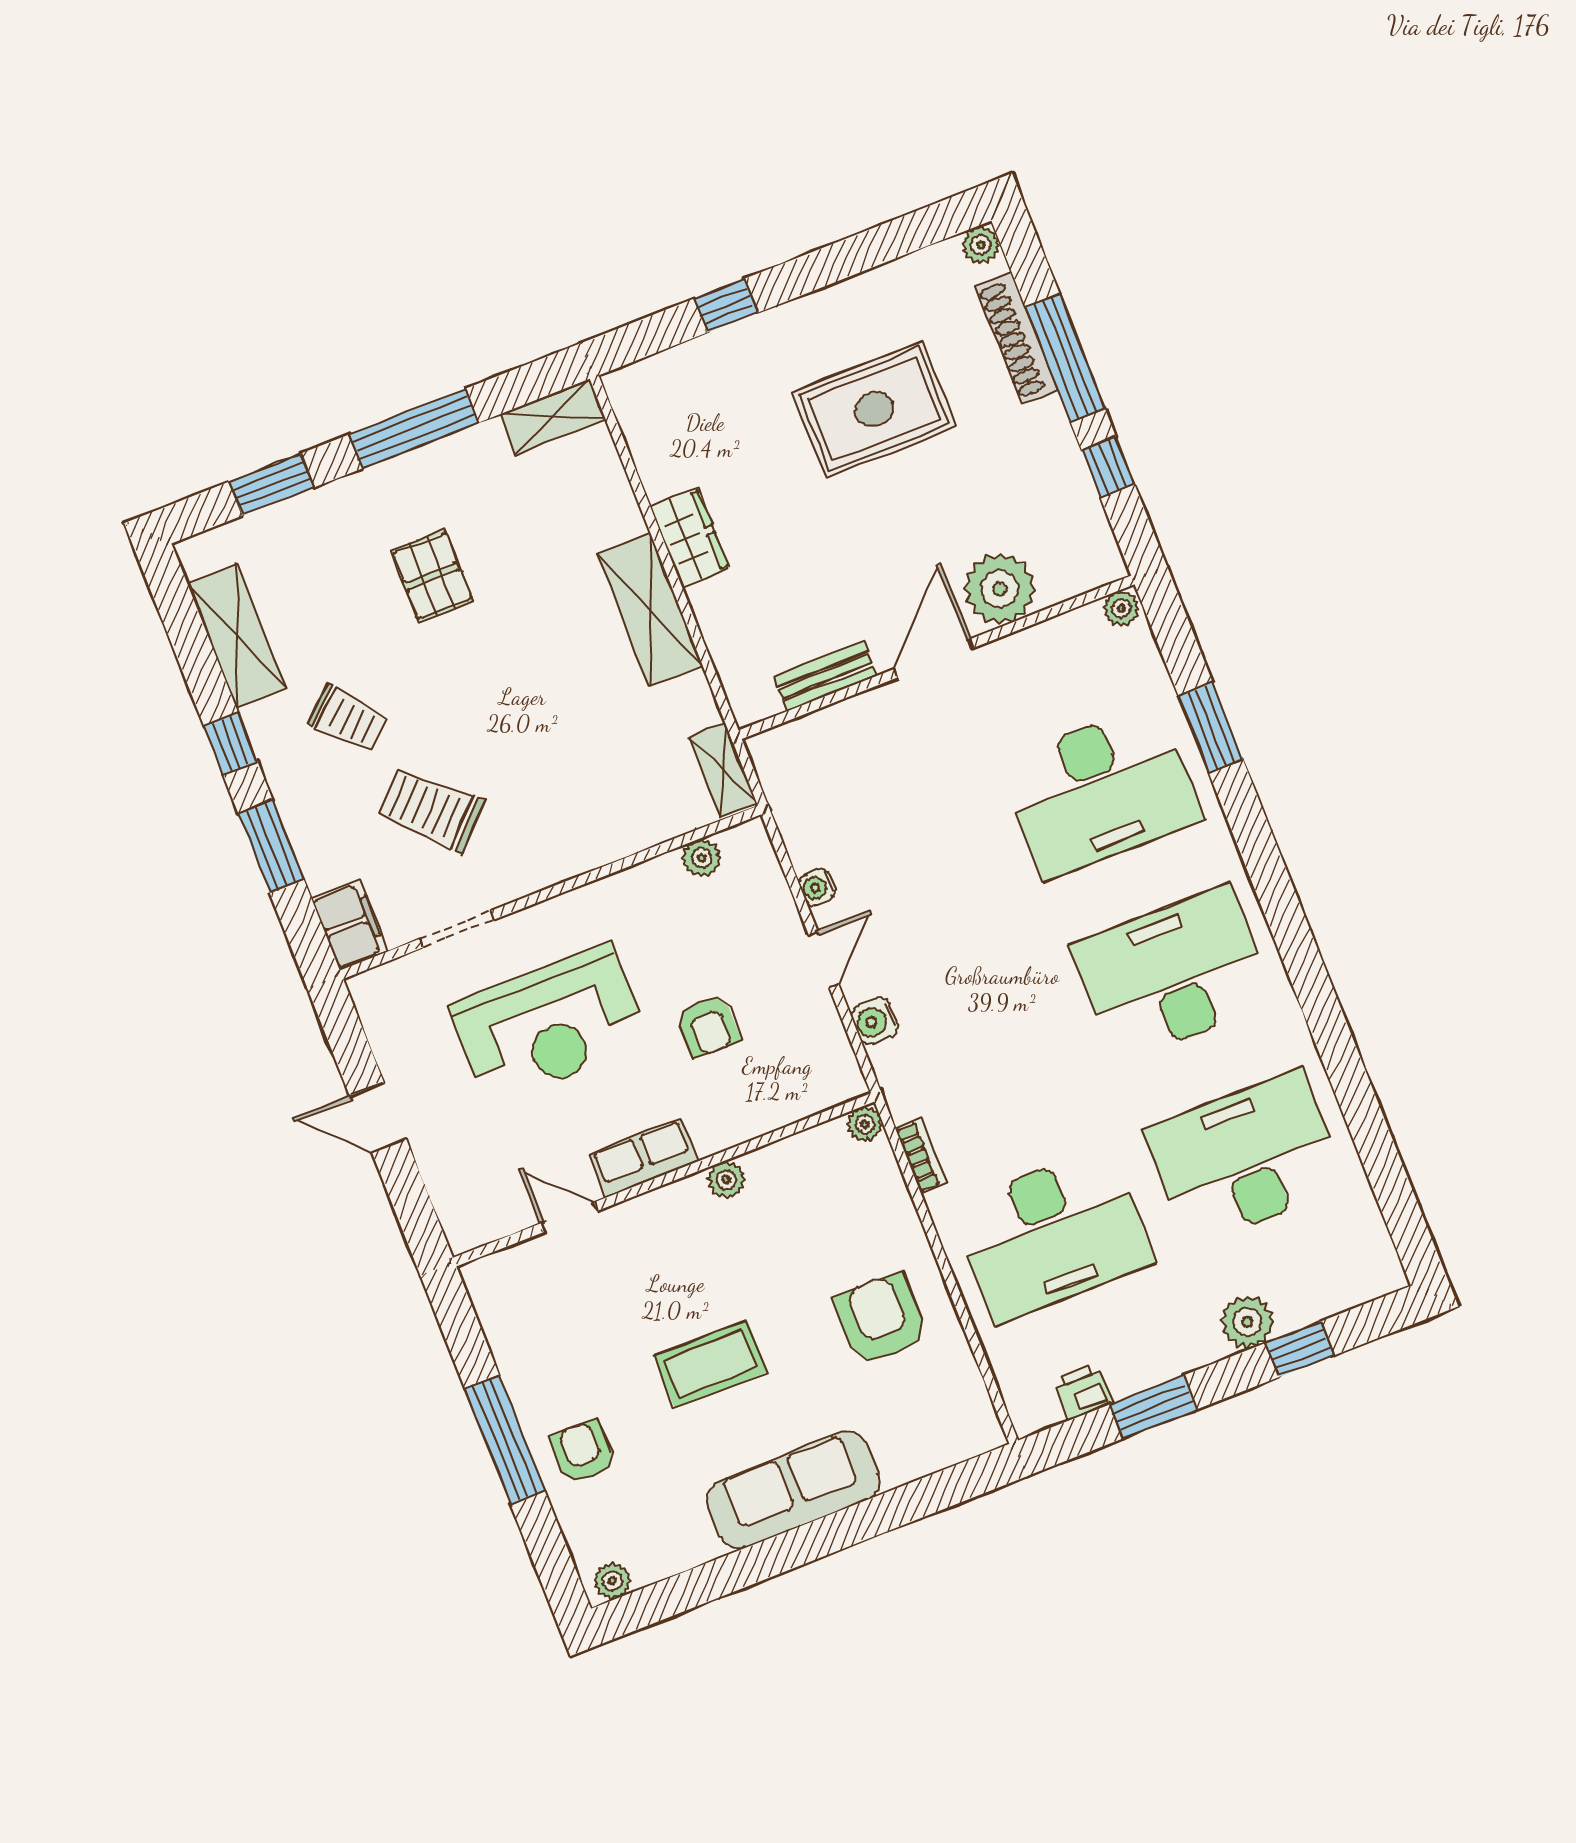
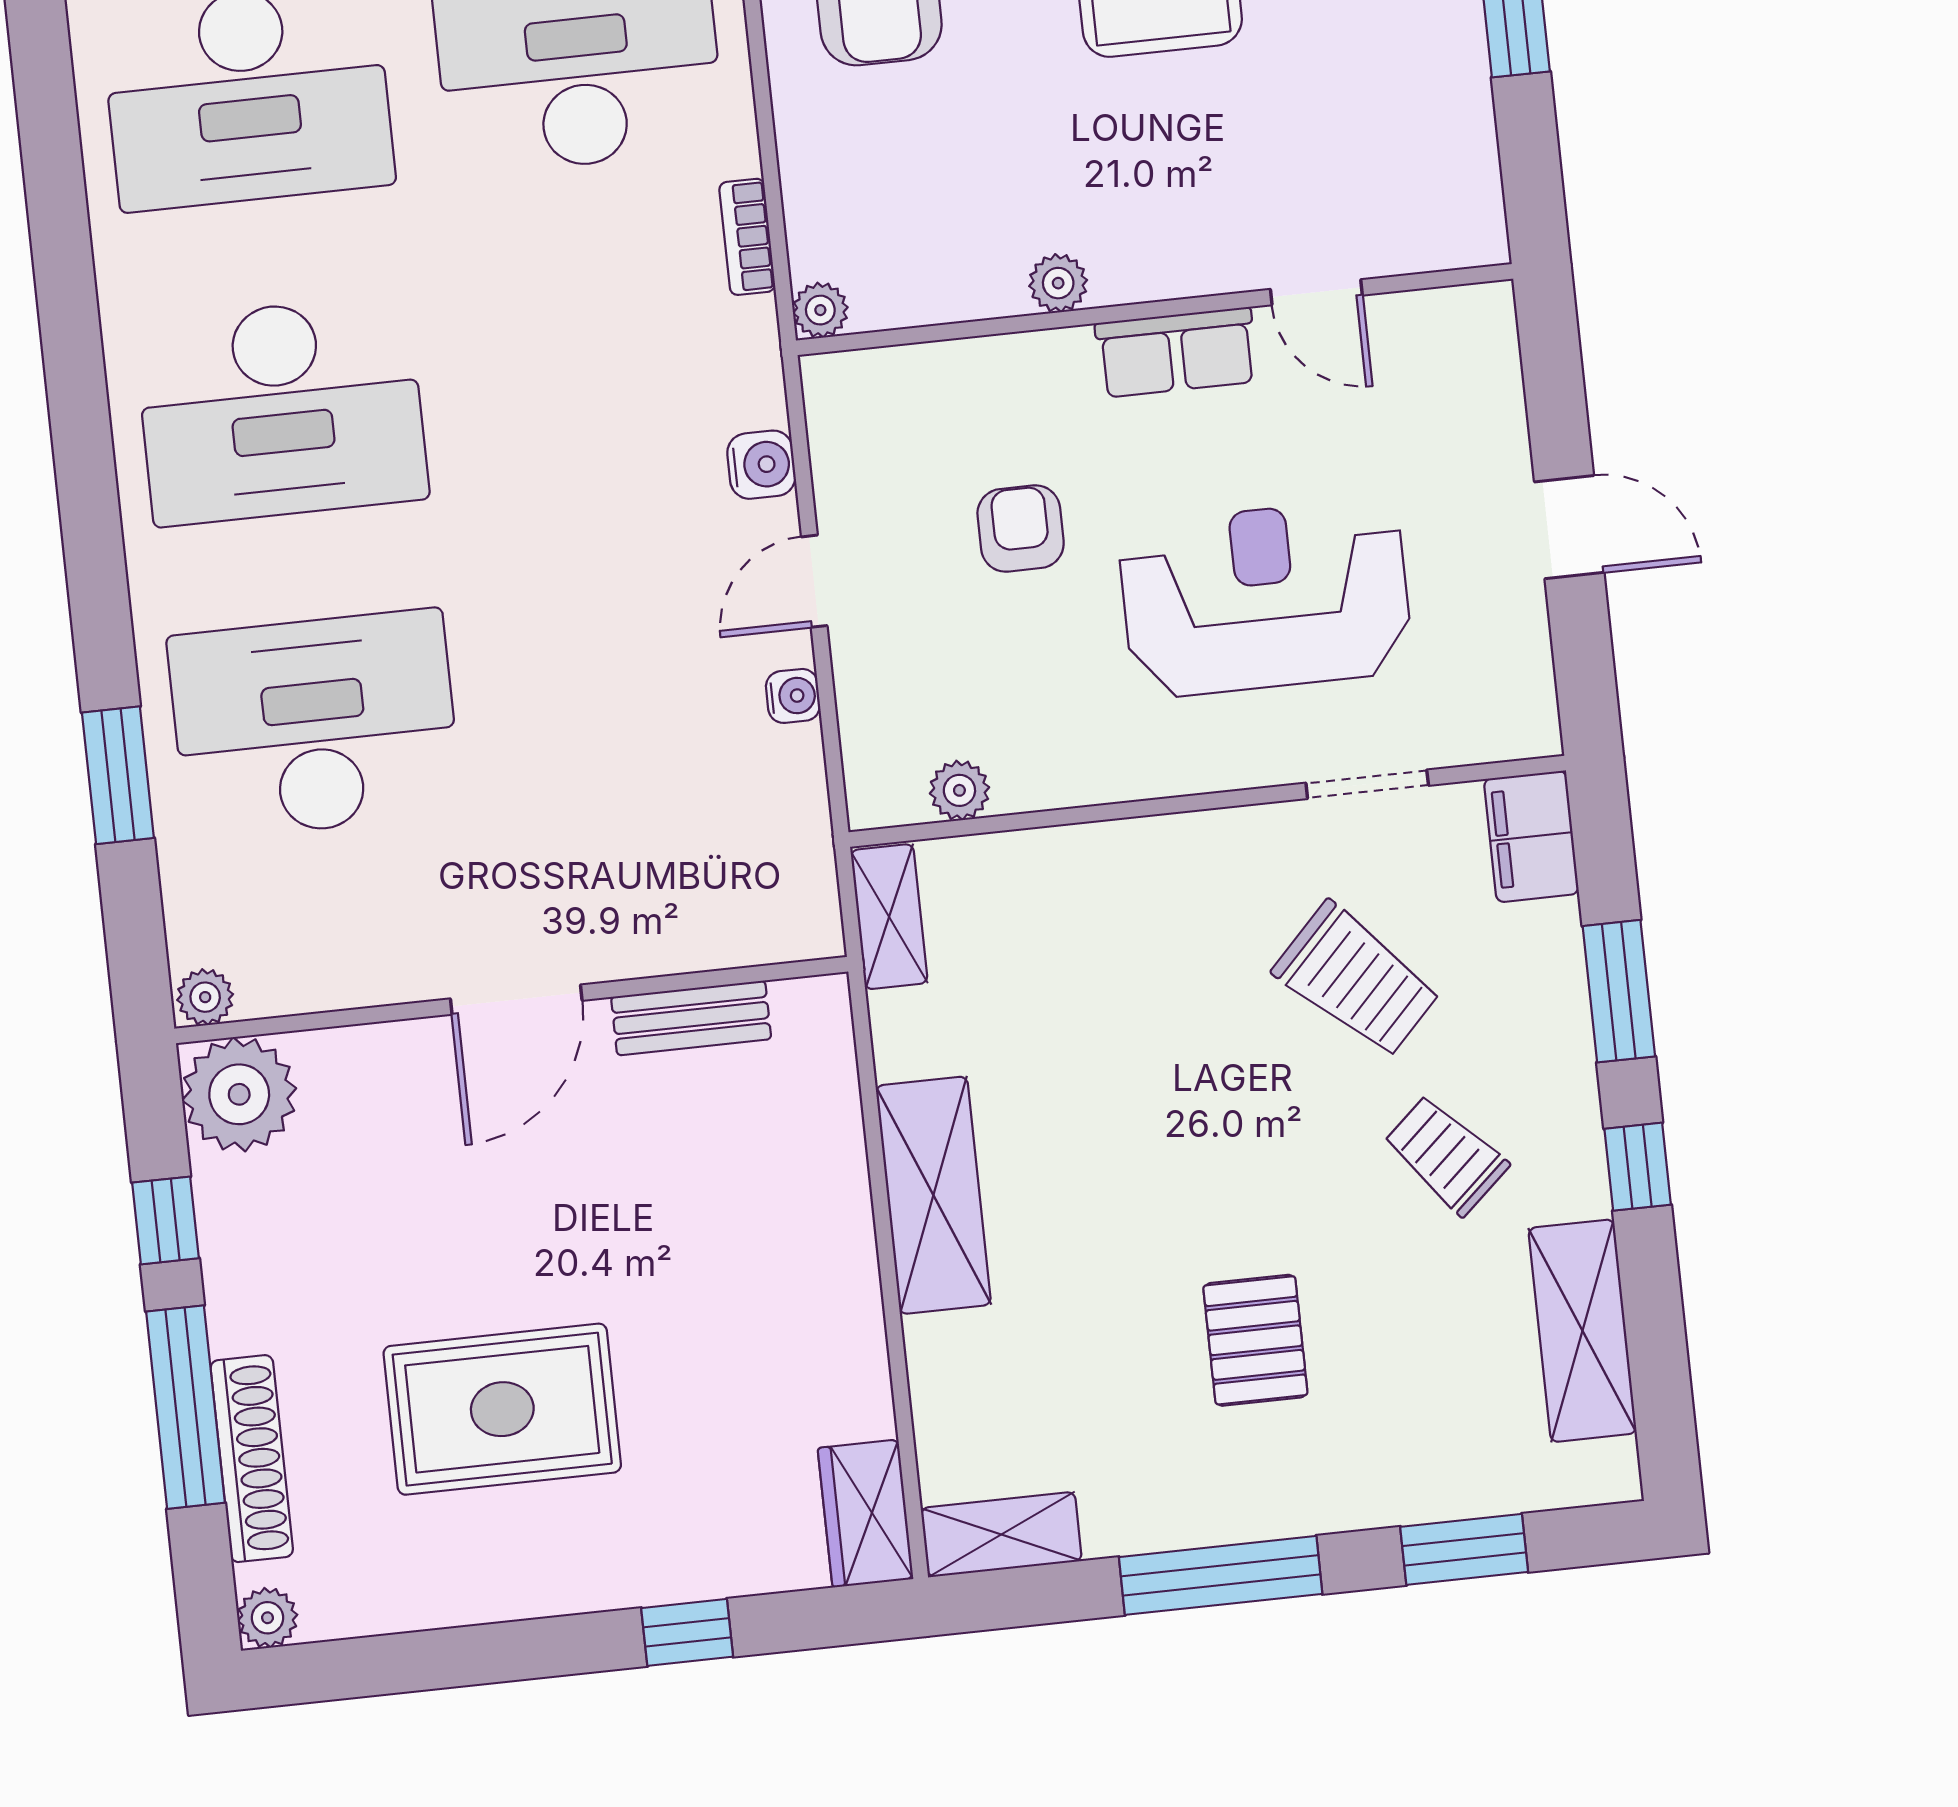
wardrobe: (690, 538) -> (865, 1513), moved
plant: (1000, 589) -> (239, 1094), moved

